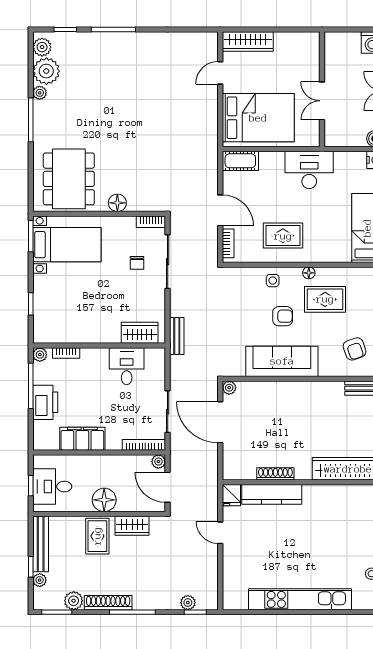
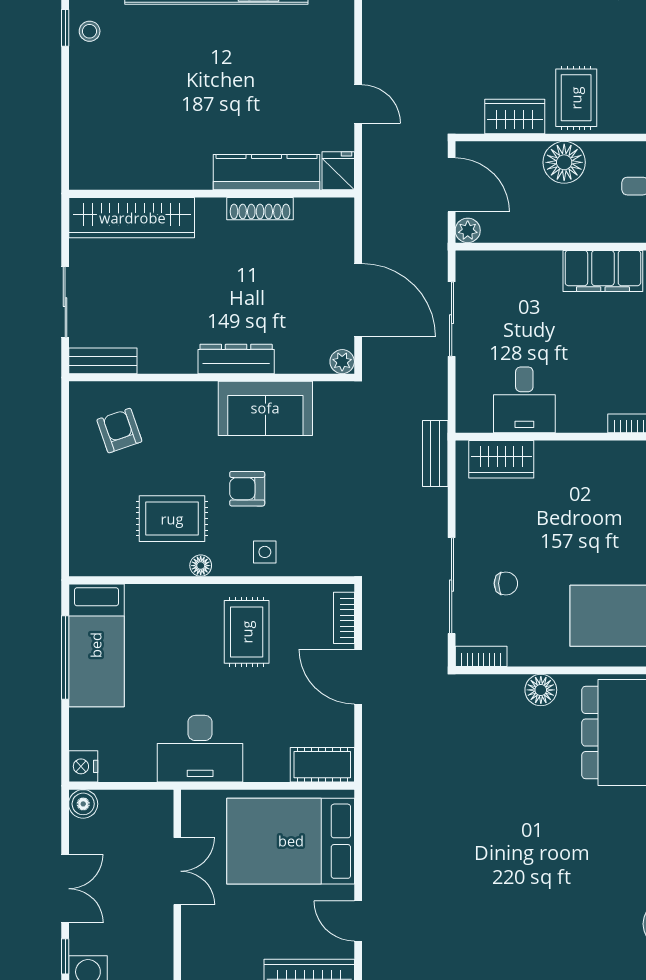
door: (220, 73) -> (358, 921), swing flipped
rug: (283, 236) -> (247, 632), turned 90
chair: (137, 263) -> (506, 583), turned 90
sofa: (282, 361) -> (265, 408), width x0.73
dresser: (289, 389) -> (236, 359), added
bookcase: (144, 445) -> (494, 260), removed

